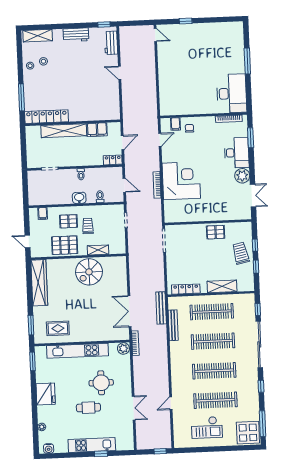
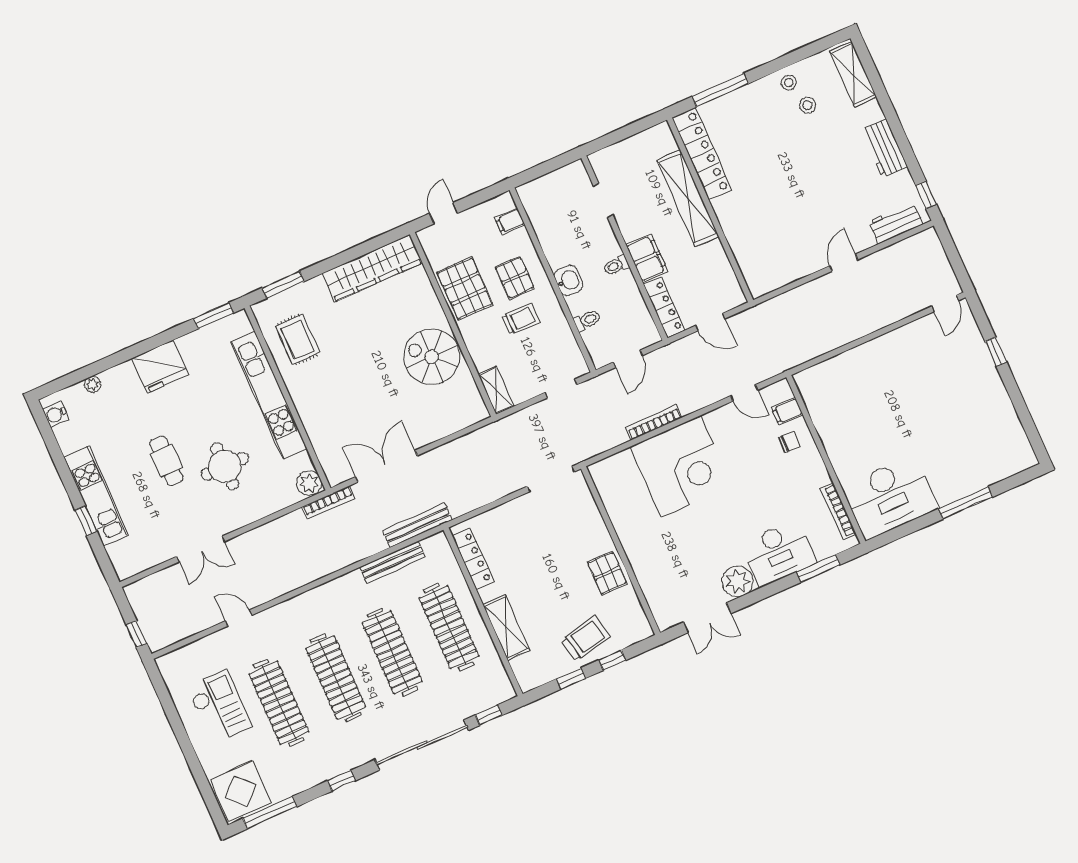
filing cabinet: (97, 130) -> (647, 258), moved, turned 180
locker: (113, 160) -> (664, 307), width x1.53
shelving: (98, 250) -> (496, 390), moved
checkout: (207, 427) -> (219, 707), turned 180

